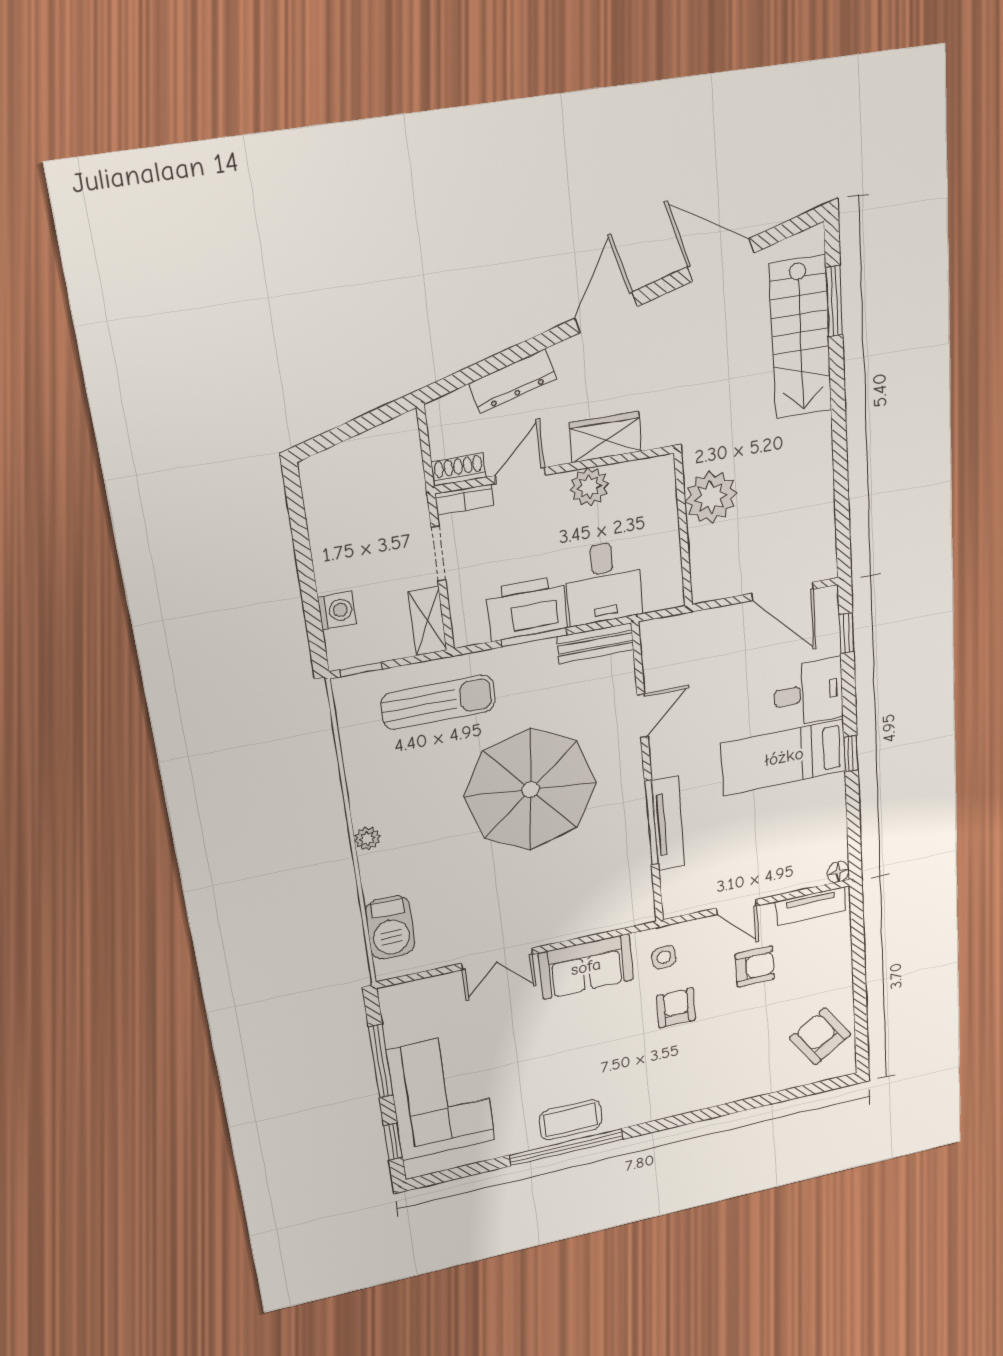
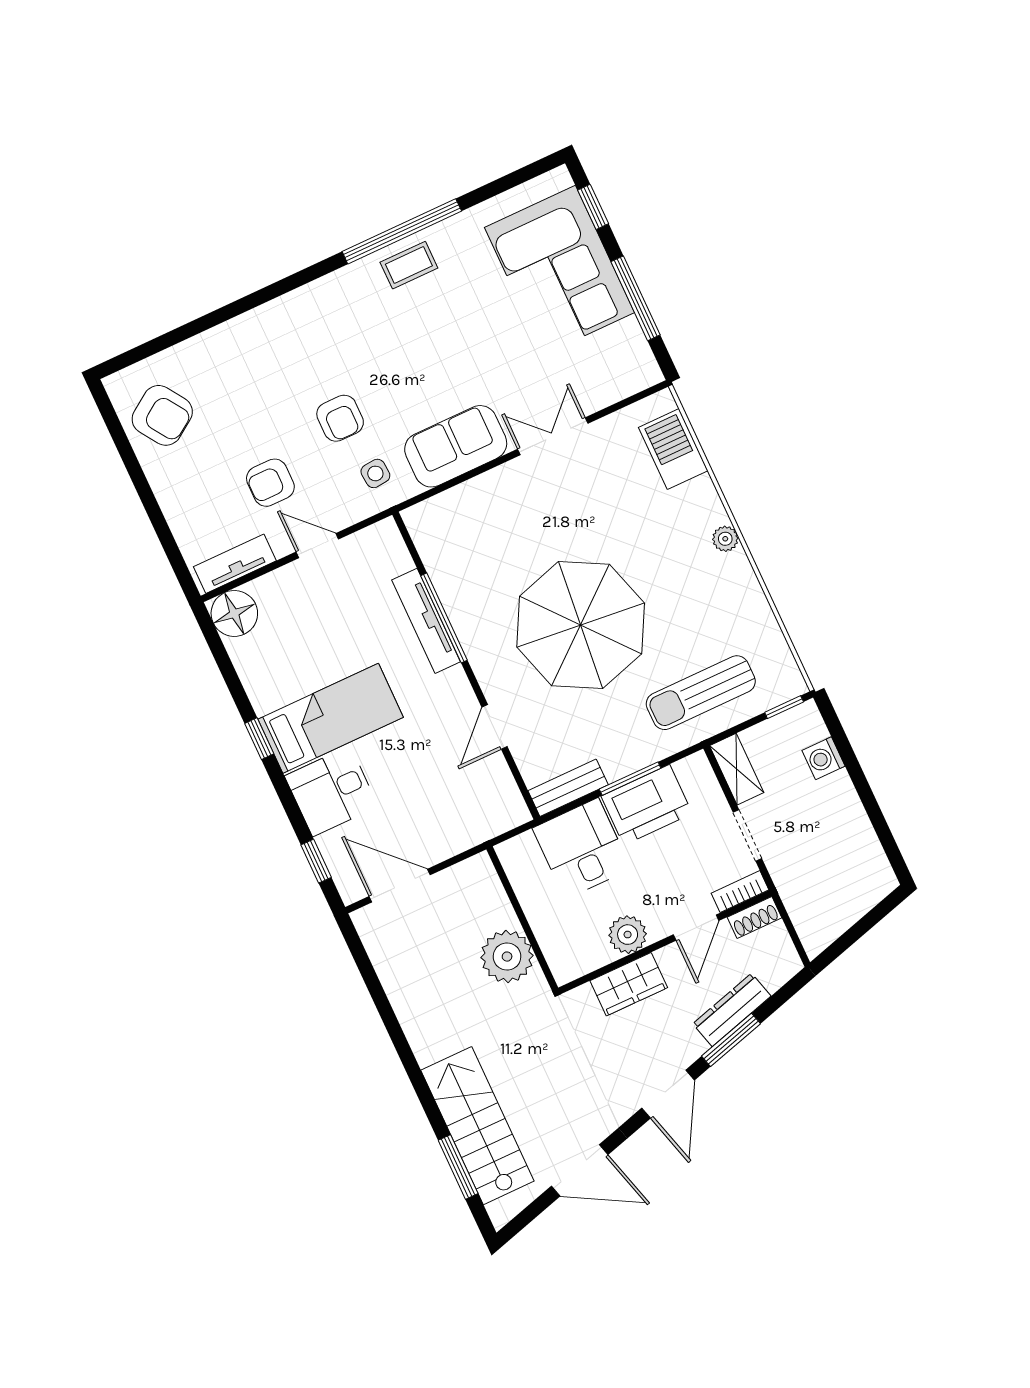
window: (524, 350) -> (731, 1040), added
floor lamp: (838, 872) -> (234, 613), width x1.89, depth x1.89
coffee table: (571, 1120) -> (409, 265), width x0.73, depth x0.77

